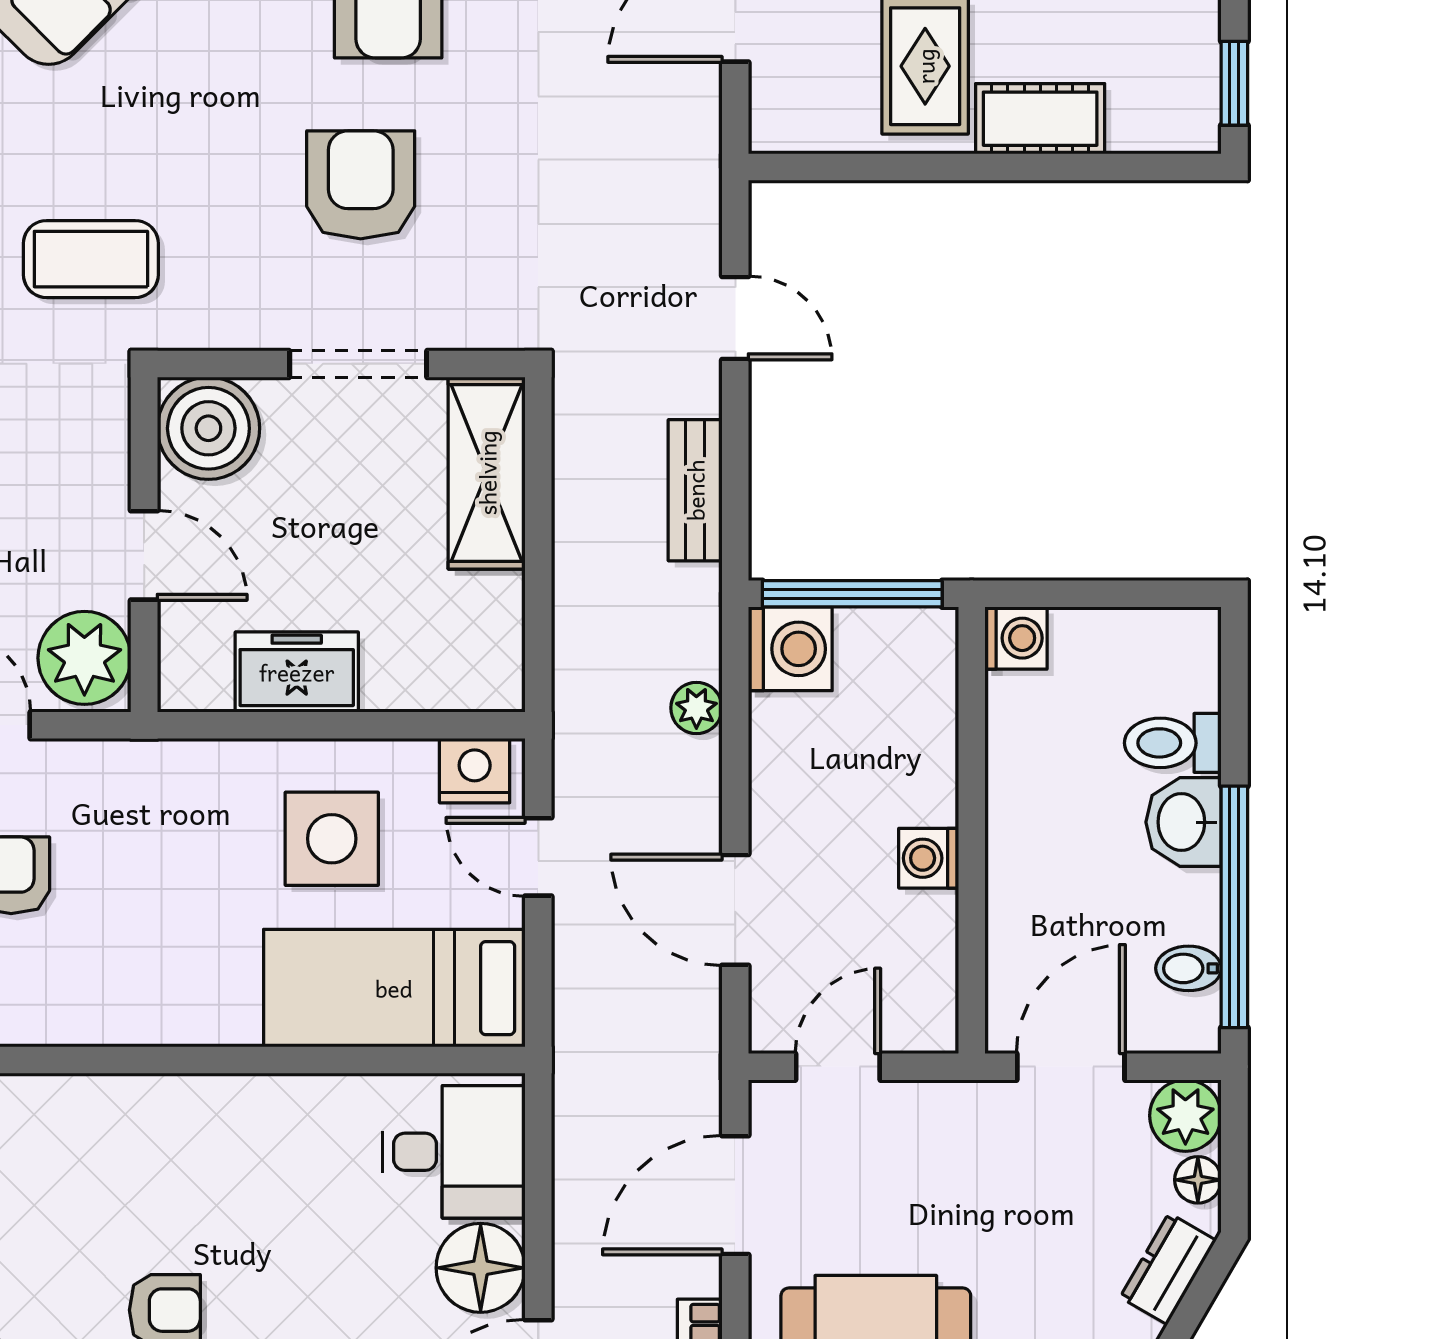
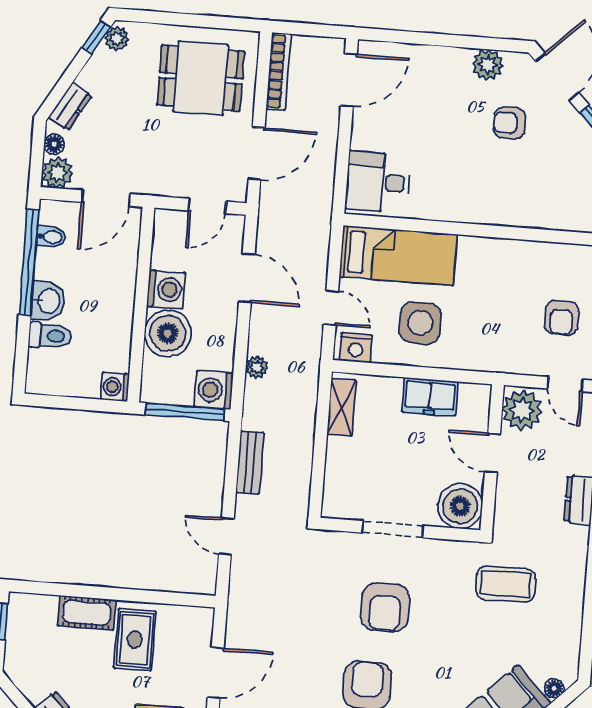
shelving: (487, 473) -> (341, 407), moved, width x0.67, depth x0.75
boiler: (905, 770) -> (168, 333), added
washing machine: (929, 858) -> (166, 289), width x1.38, depth x1.38
floor lamp: (481, 1268) -> (370, 131), removed

